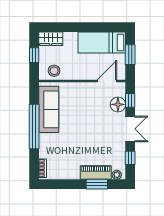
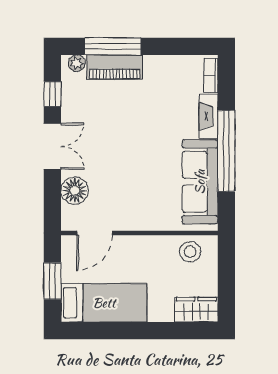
window: (34, 55) -> (226, 280), removed
window: (130, 100) -> (52, 198), removed
double door: (130, 129) -> (52, 146), swing flipped
fireplace: (44, 146) -> (208, 116), added
window: (97, 184) -> (113, 46), width x1.44

